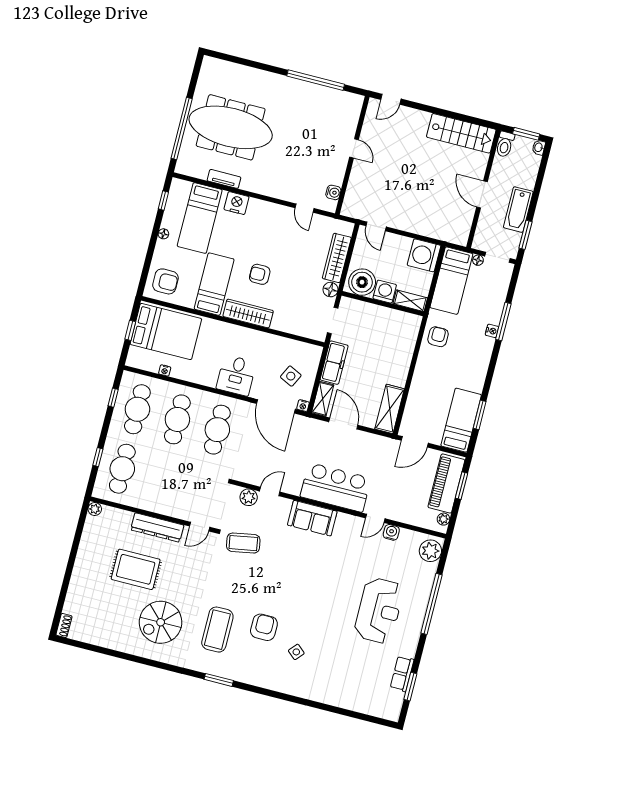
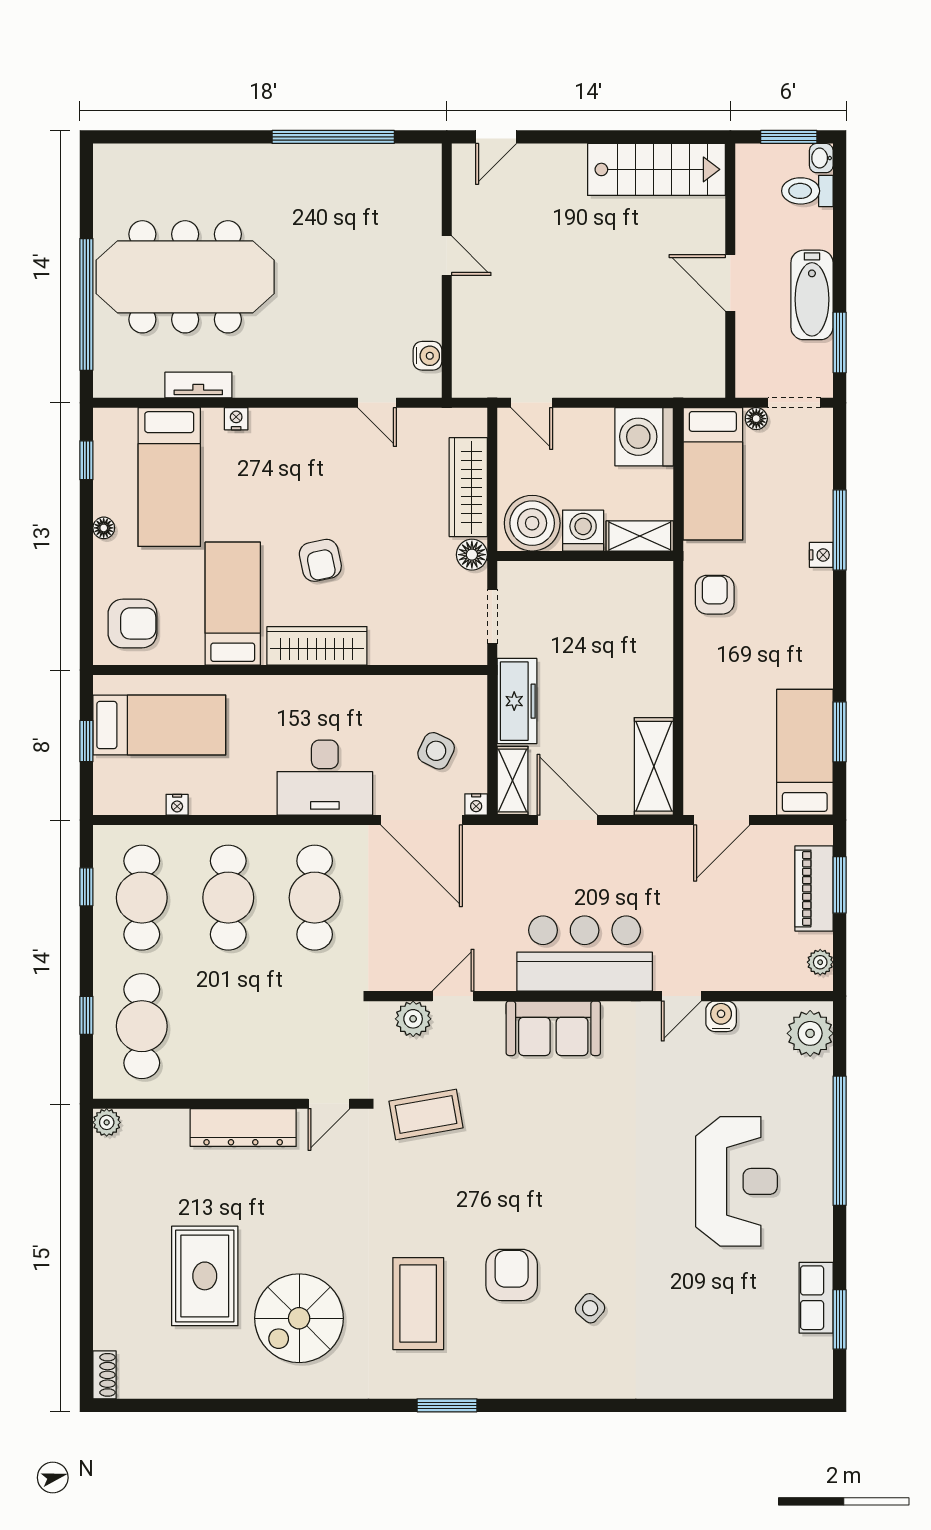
toilet: (505, 144) -> (807, 191), moved, turned 90
nightstand: (236, 203) -> (236, 419), width x0.53, depth x0.56
armchair: (260, 274) -> (320, 560), turned -102
bed: (166, 332) -> (159, 725), width x0.67
desk: (236, 375) -> (325, 778), width x1.37
piano: (446, 484) -> (814, 888), width x0.73, depth x0.75
rug: (136, 569) -> (205, 1276), moved, turned 90

